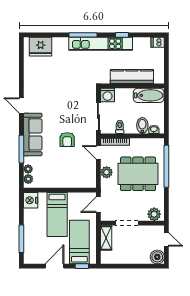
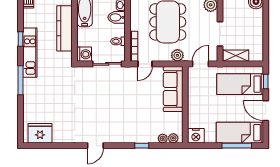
kitchen unit: (101, 44) -> (30, 53), width x0.73
fridge: (41, 47) -> (40, 133), moved, turned -90
sofa: (33, 134) -> (173, 89), moved, turned -90
armchair: (67, 140) -> (132, 97), removed
window: (21, 149) -> (142, 146), width x0.46
plant: (107, 172) -> (177, 55), moved
door: (98, 205) -> (200, 64), swing flipped
bed: (57, 215) -> (240, 133), moved, turned 180

